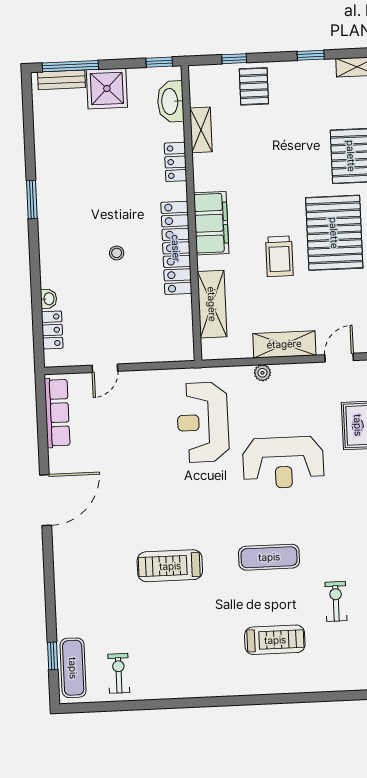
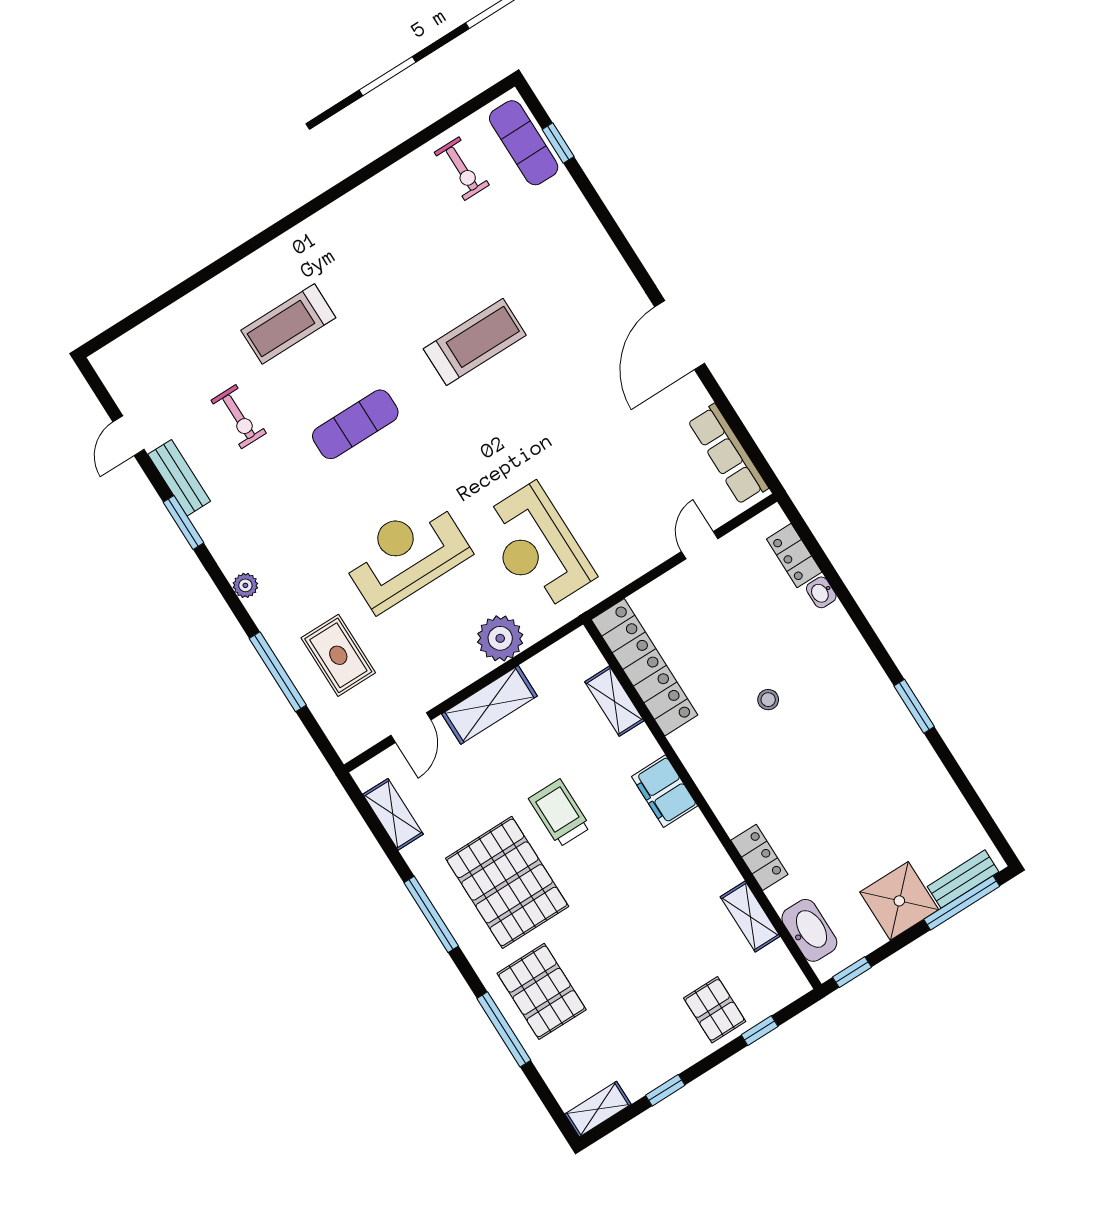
filing cabinet: (211, 223) -> (665, 791), width x0.67, depth x0.86
locker: (176, 248) -> (644, 667), moved
shelving: (212, 304) -> (614, 701), width x0.67, depth x0.75
plant: (262, 373) -> (500, 638), width x1.88, depth x1.88
reception desk: (203, 422) -> (537, 547), turned 180

